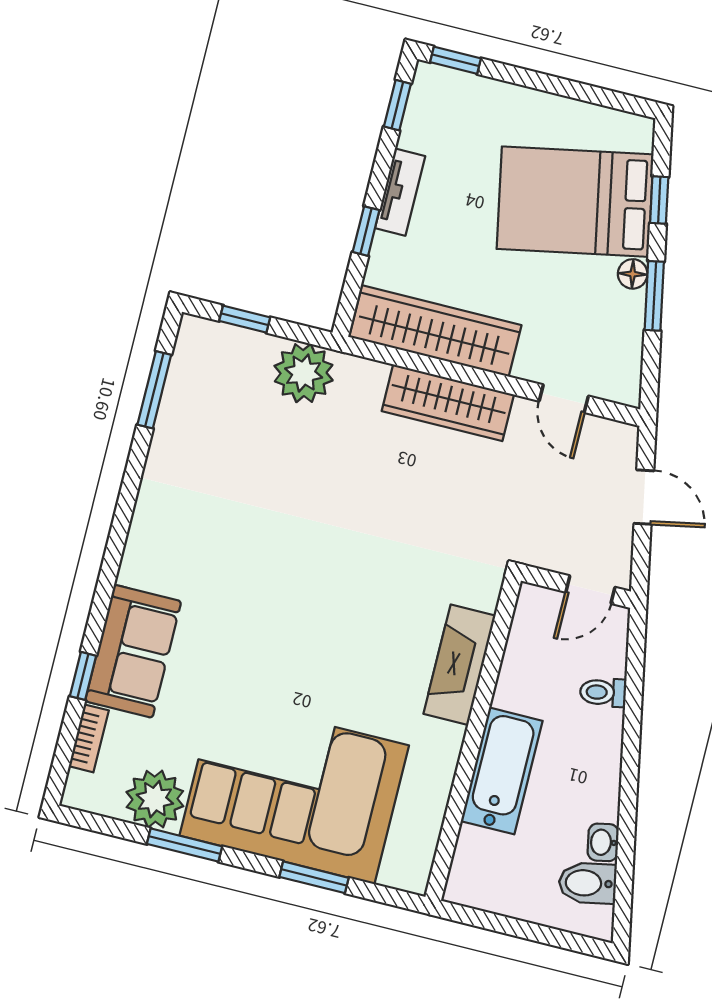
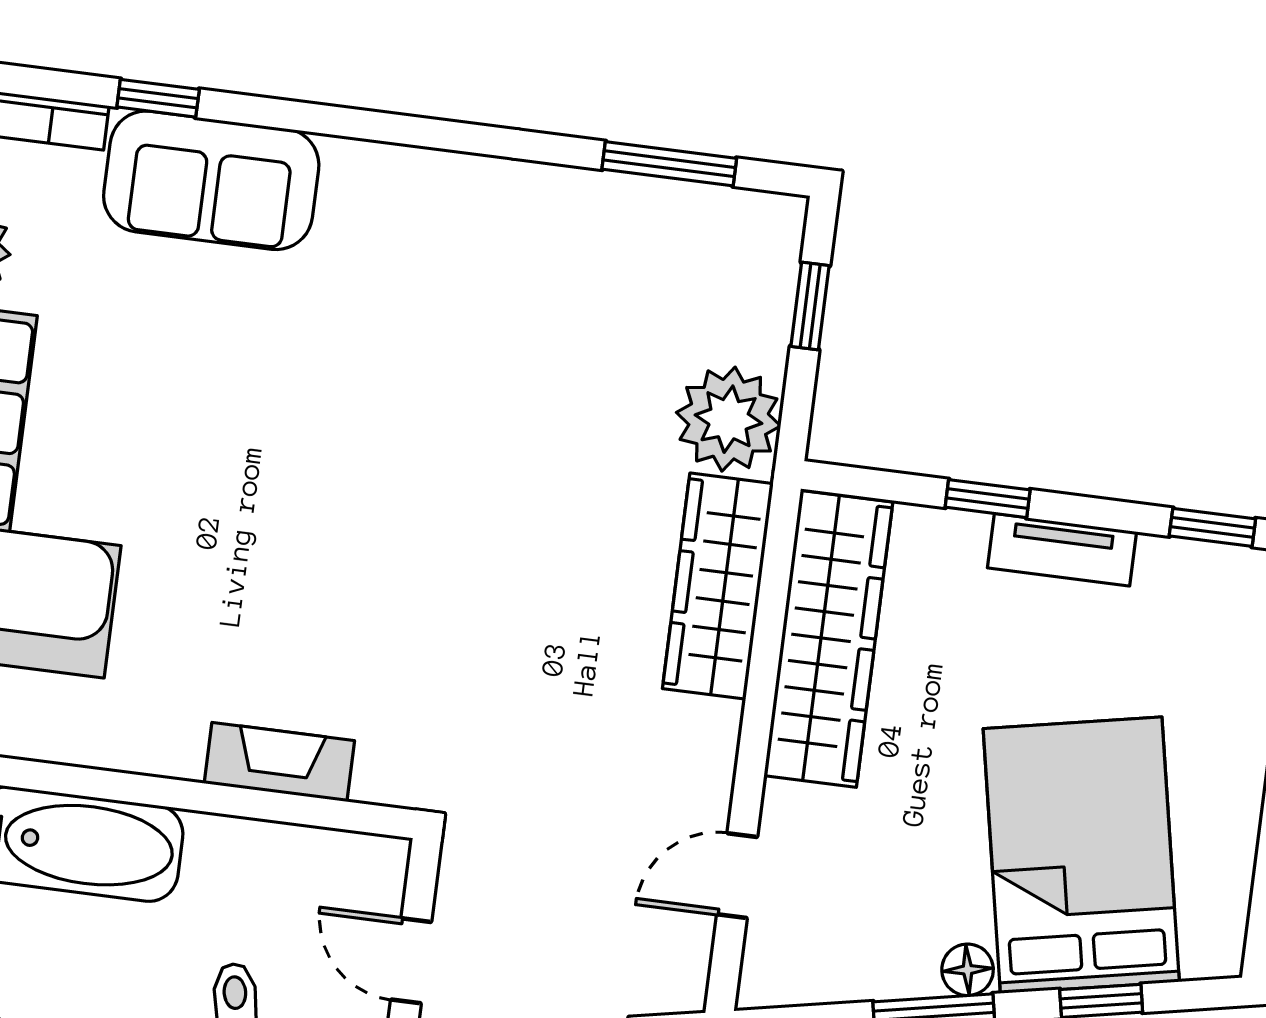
wardrobe: (448, 403) -> (718, 586), moved
fireplace: (459, 665) -> (279, 762), width x0.73, depth x0.76

